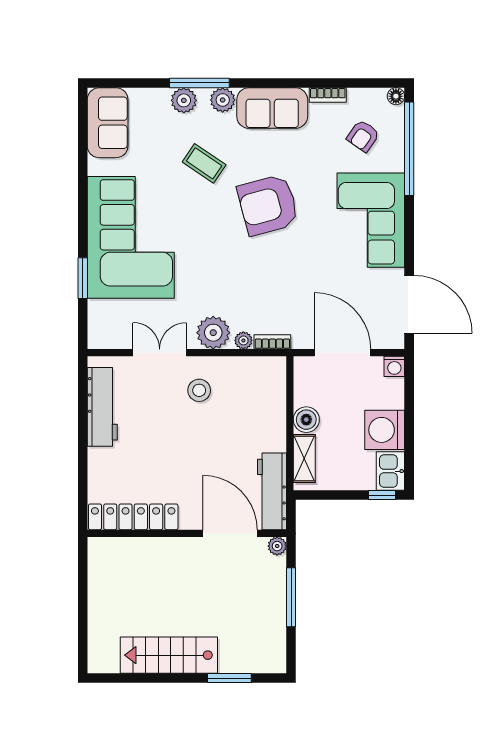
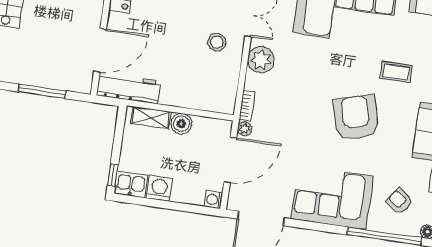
coffee table: (204, 163) -> (396, 72), turned 56
plant: (243, 340) -> (245, 129), moved
washing machine: (385, 430) -> (159, 188), width x0.73, depth x0.73
plant: (277, 546) -> (84, 86), removed

